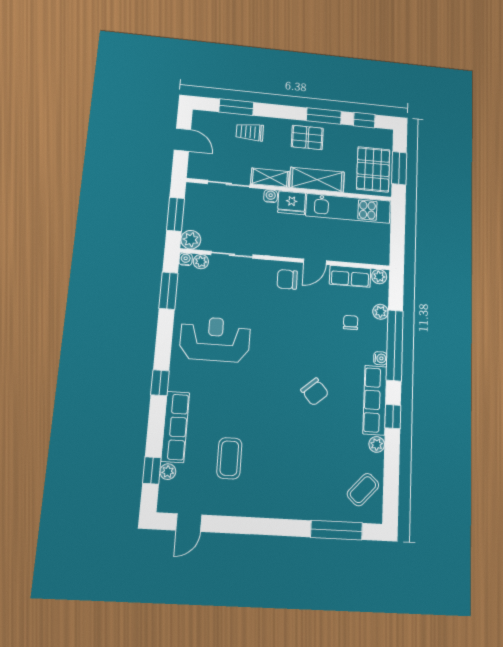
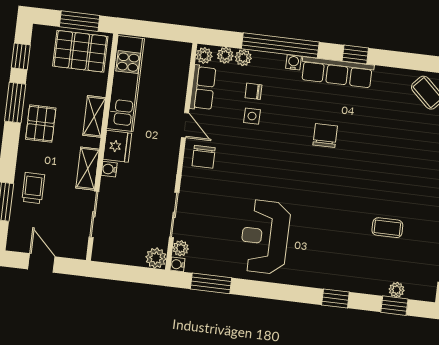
trolley: (250, 132) -> (33, 188), turned 180
door: (182, 140) -> (41, 263), hinge flipped
shelving: (317, 180) -> (94, 116), width x0.67, depth x0.75
window: (176, 214) -> (127, 273), removed
side table: (328, 322) -> (252, 116), added
window: (160, 383) -> (335, 298), moved
chair: (315, 392) -> (325, 135), turned -49
row of seats: (175, 427) -> (353, 281), removed
plant: (377, 444) -> (225, 55), moved
coffee table: (229, 458) -> (387, 228), width x0.73, depth x0.77

